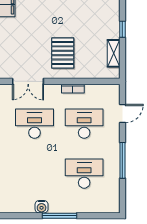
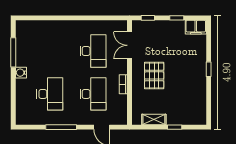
pallet: (63, 53) -> (154, 75), turned 90
water cooler: (42, 207) -> (21, 73), moved
window: (60, 216) -> (13, 52), moved

